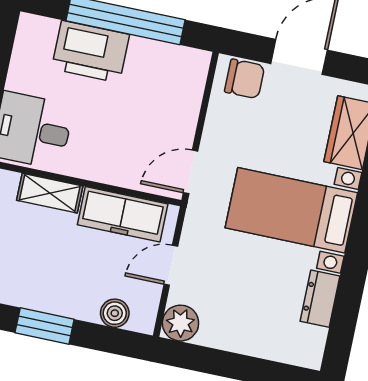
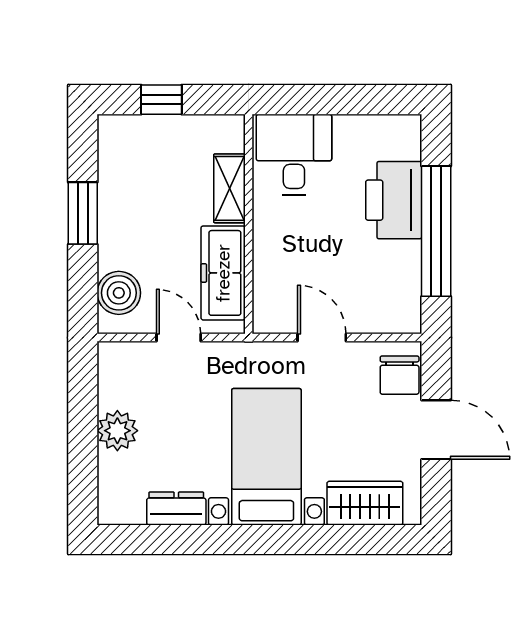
door: (191, 172) -> (322, 338), moved
boiler: (115, 313) -> (119, 293), width x1.36, depth x1.36
plant: (180, 323) -> (117, 431), moved

